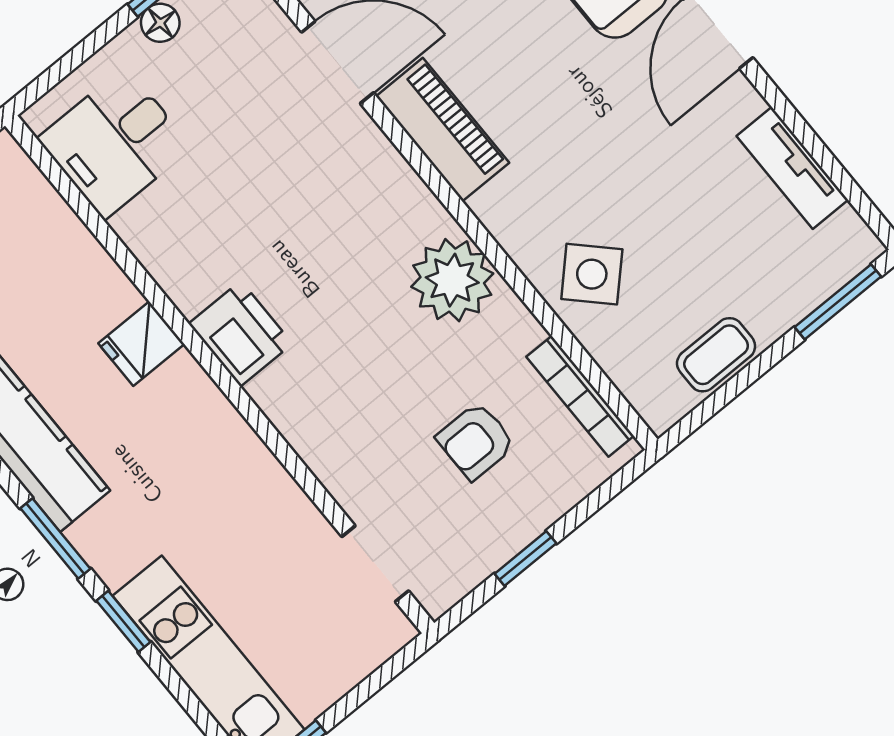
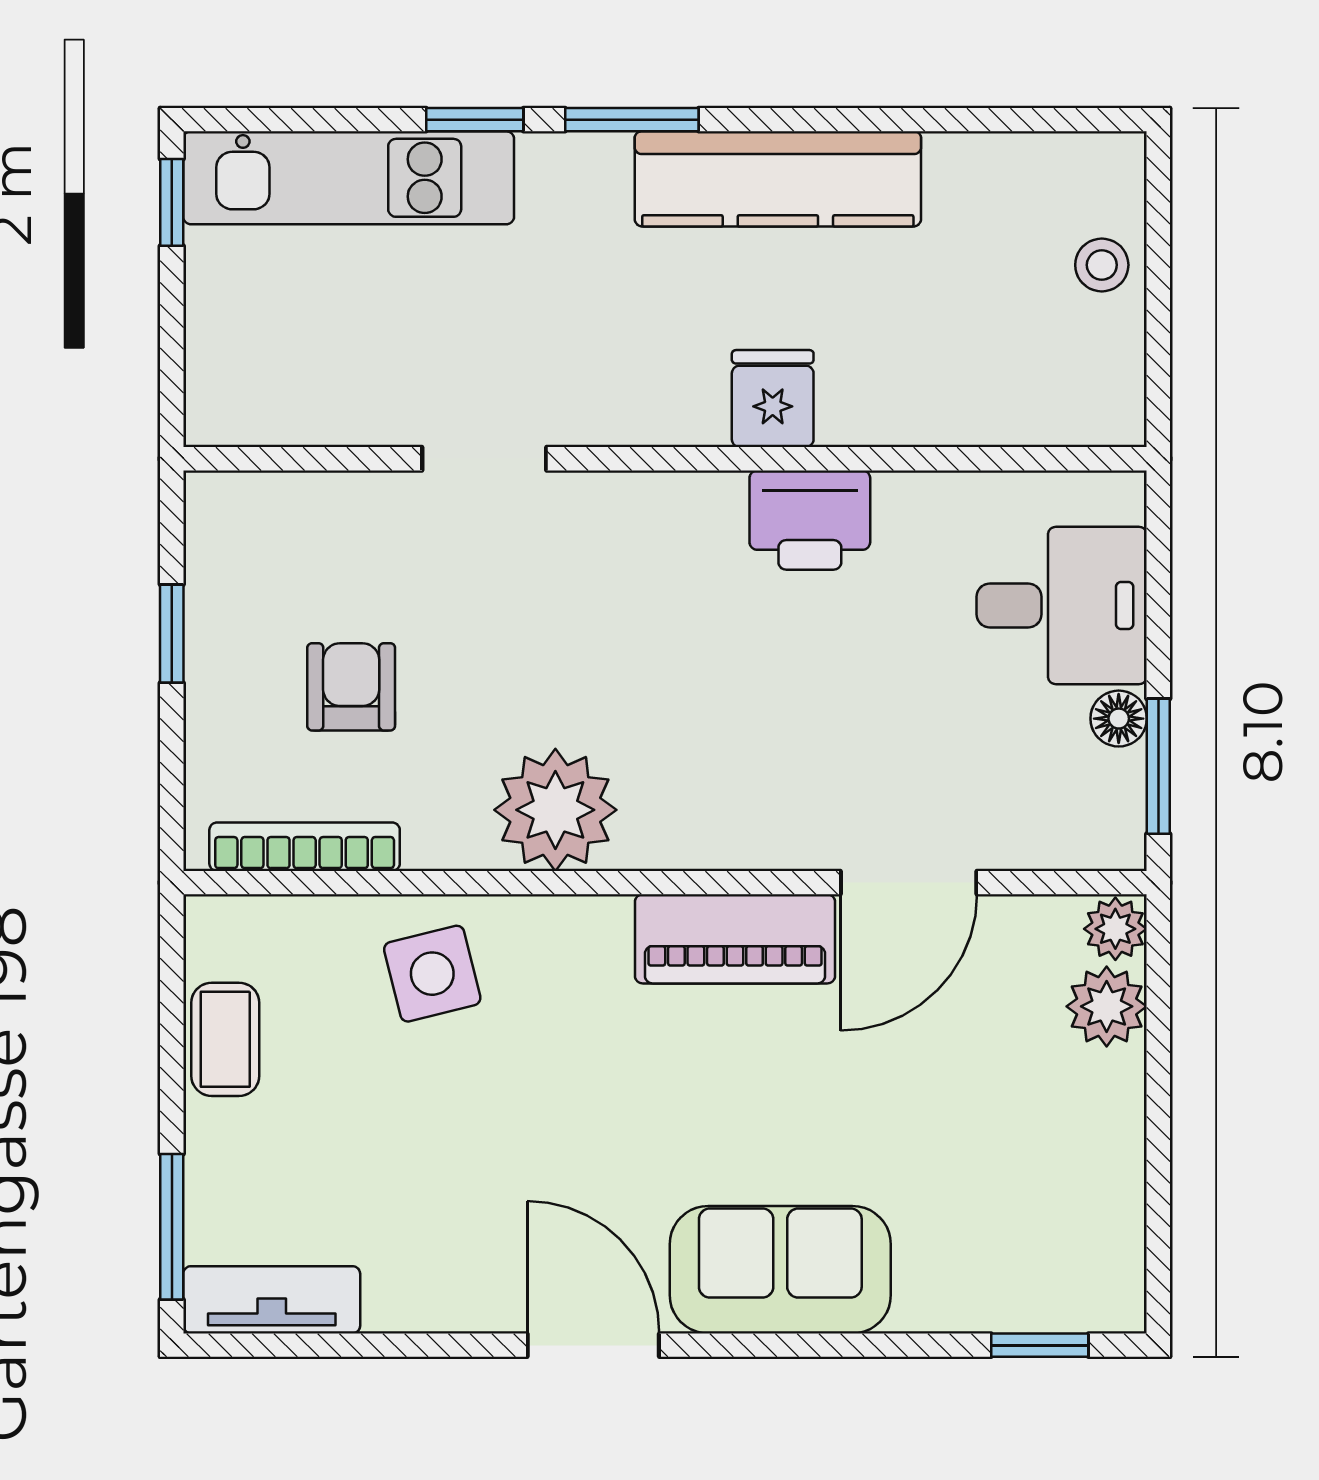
desk: (115, 143) -> (1062, 606), moved, turned 90
tv unit: (792, 168) -> (272, 1300), moved
side table: (592, 274) -> (432, 974), turned 31
printer: (240, 334) -> (810, 520), moved
doorway: (375, 564) -> (484, 459), moved

